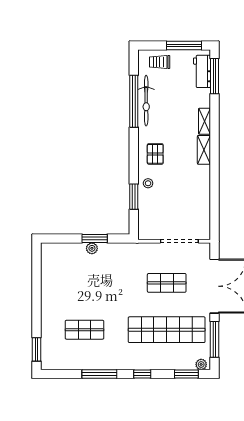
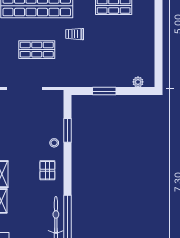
plant: (92, 248) -> (138, 82), moved
trolley: (126, 300) -> (75, 34), added

